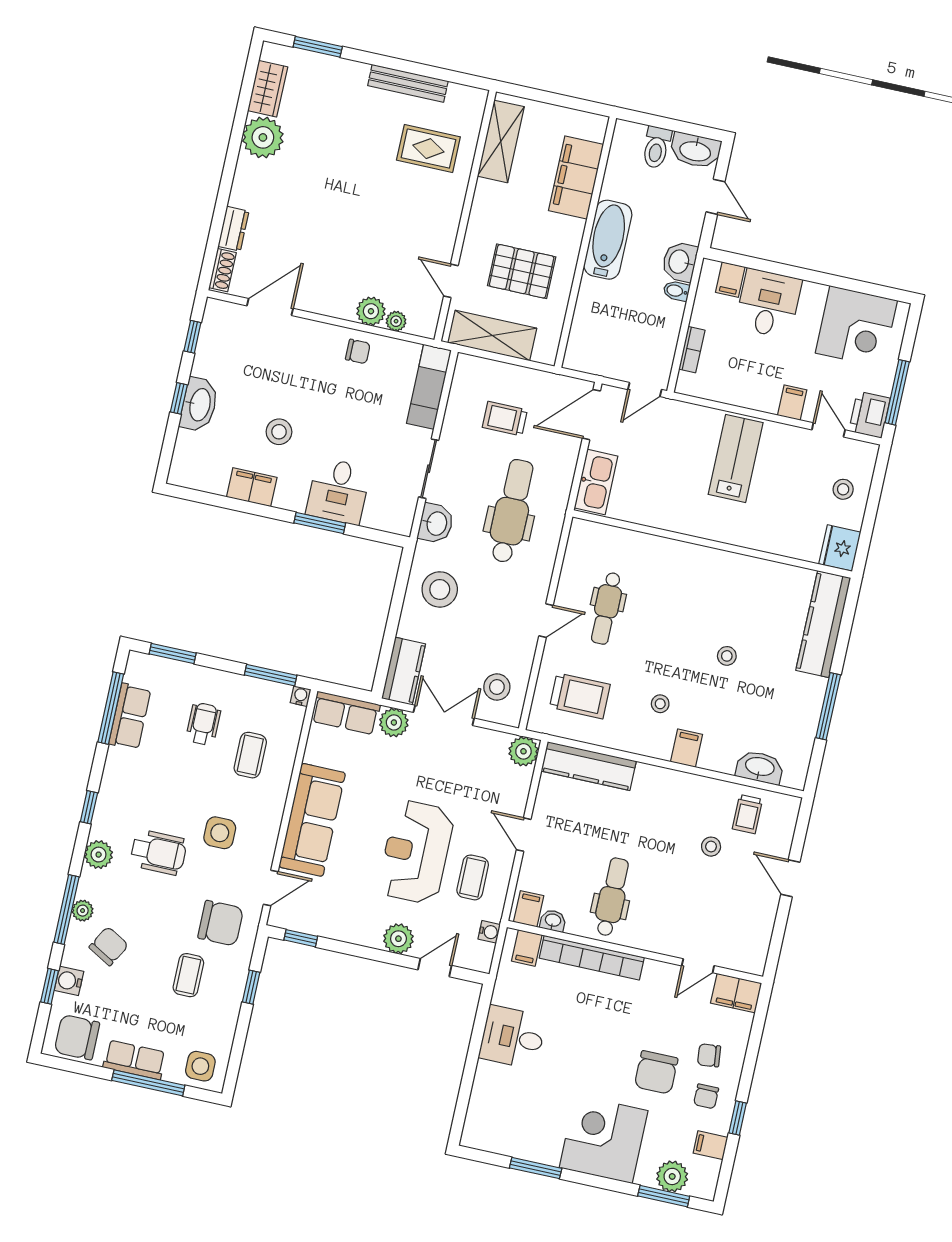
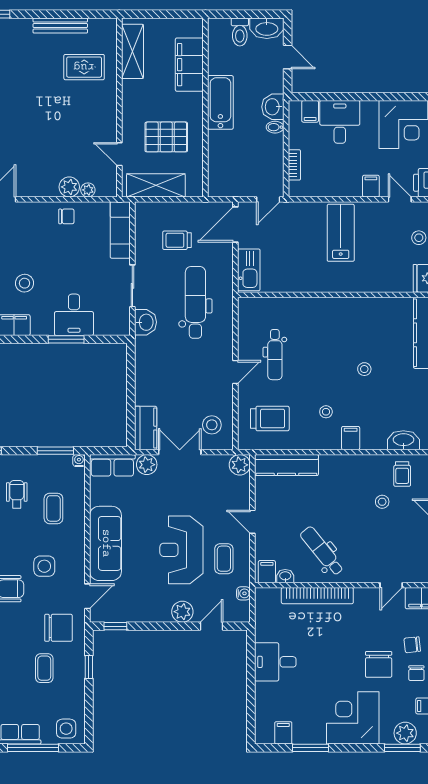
stool: (440, 589) -> (158, 367), removed
dental chair: (612, 897) -> (322, 551), turned -39
filing cabinet: (527, 948) -> (283, 733), moved, turned 180

